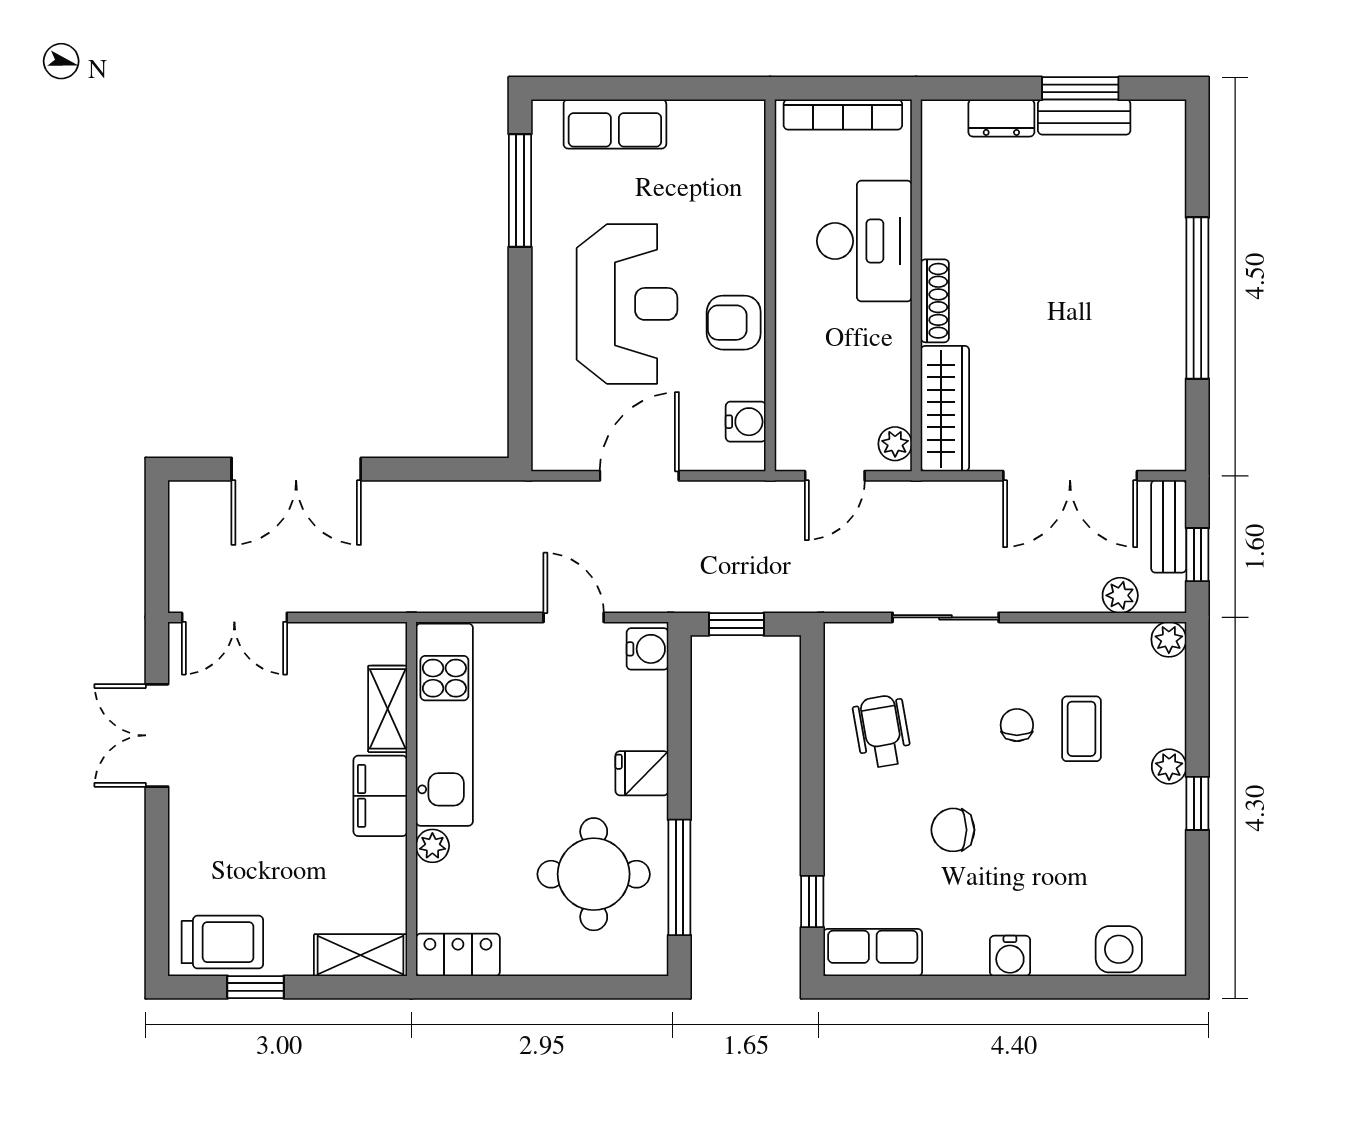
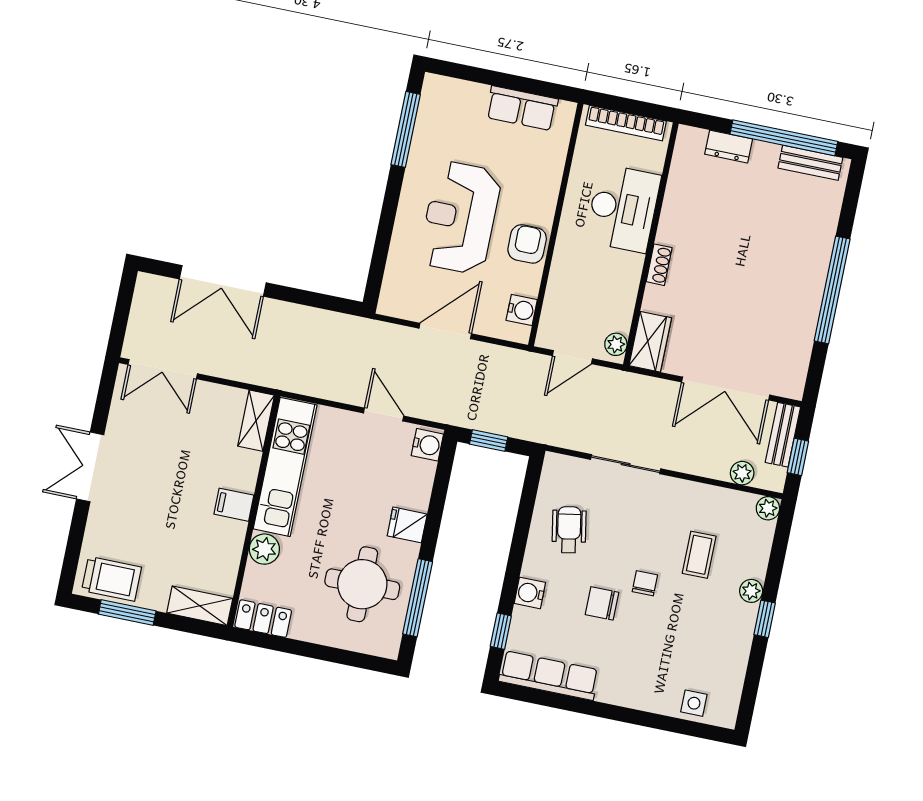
window: (1080, 88) -> (784, 138), width x2.11
bench: (1084, 117) -> (810, 163), moved
row of seats: (615, 124) -> (522, 108), moved
shoe rack: (935, 301) -> (659, 265), width x0.70
reception desk: (627, 304) -> (460, 218), turned 180
armchair: (734, 323) -> (527, 244), turned 90
wardrobe: (945, 409) -> (650, 342), width x0.67
shelving: (388, 709) -> (256, 421), moved
chair: (1017, 725) -> (645, 583), moved
double door: (157, 735) -> (90, 467), moved
filing cabinet: (380, 796) -> (234, 505), width x0.50
plant: (432, 846) -> (264, 549), width x1.38, depth x1.38
side table: (1119, 949) -> (694, 703), width x0.73, depth x0.73
row of seats: (873, 952) -> (549, 676), width x1.48
water cooler: (1010, 956) -> (530, 593), moved, turned 90
window: (256, 987) -> (127, 613), width x1.50

